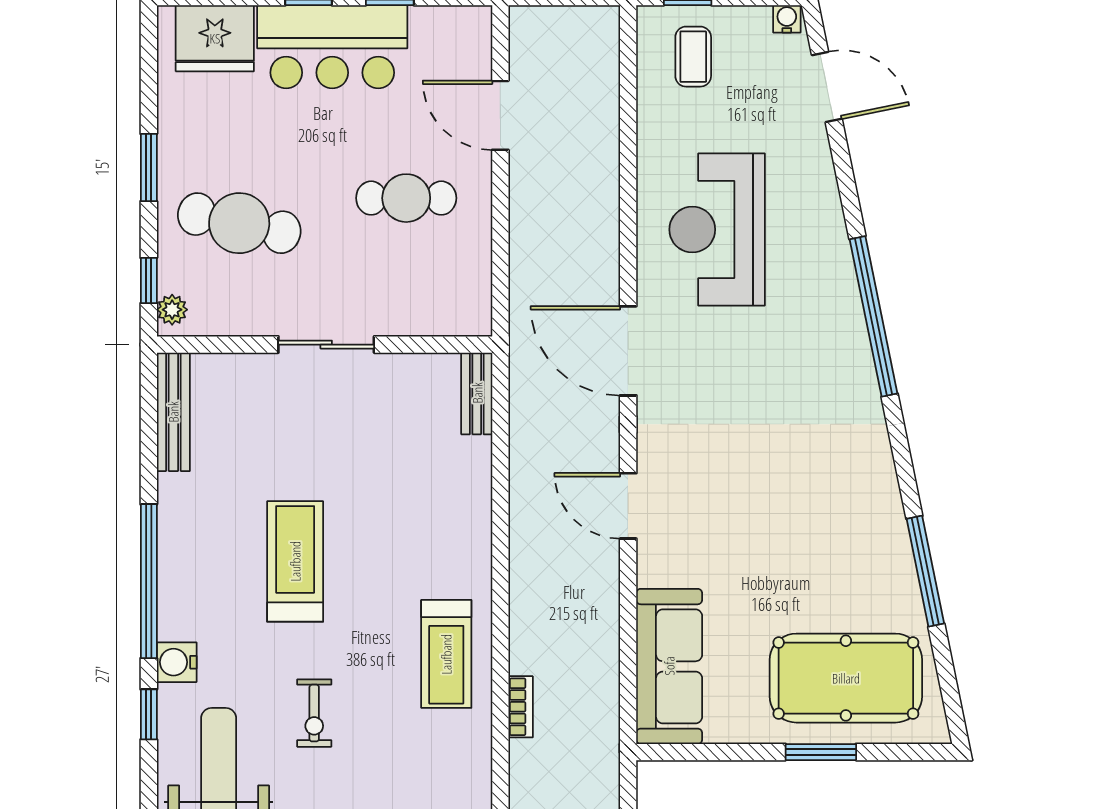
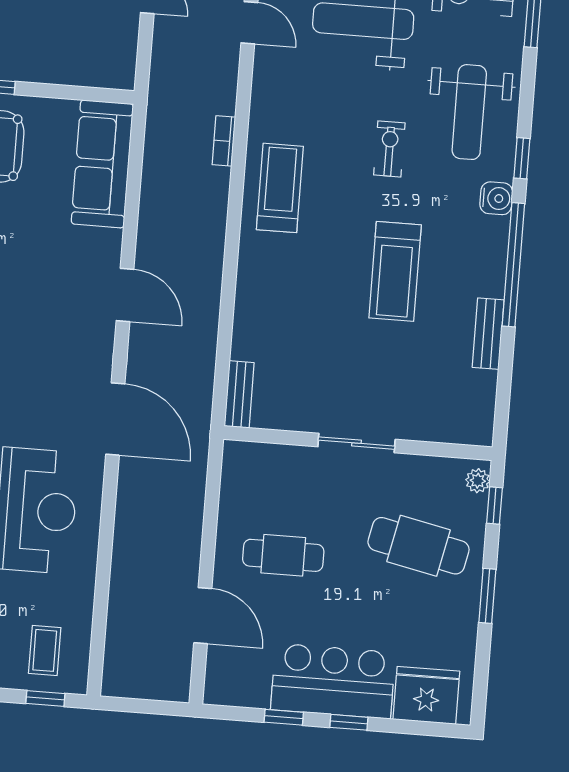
bench: (173, 412) -> (488, 334), moved, width x0.73

